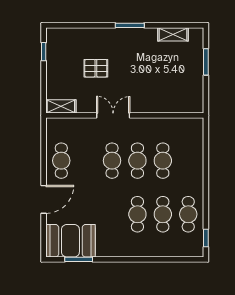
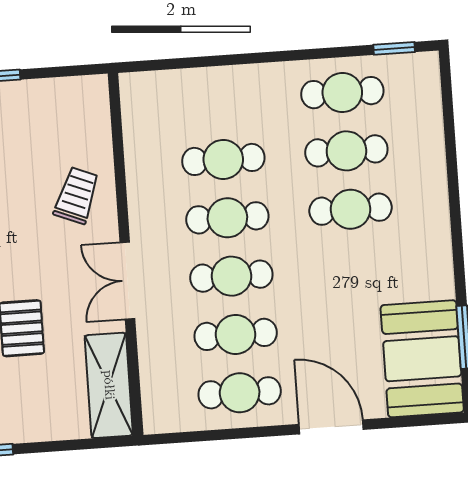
trolley: (152, 96) -> (77, 195), added
shelving: (61, 106) -> (109, 385), width x1.50, depth x1.33
cafe table: (87, 161) -> (236, 334), added

